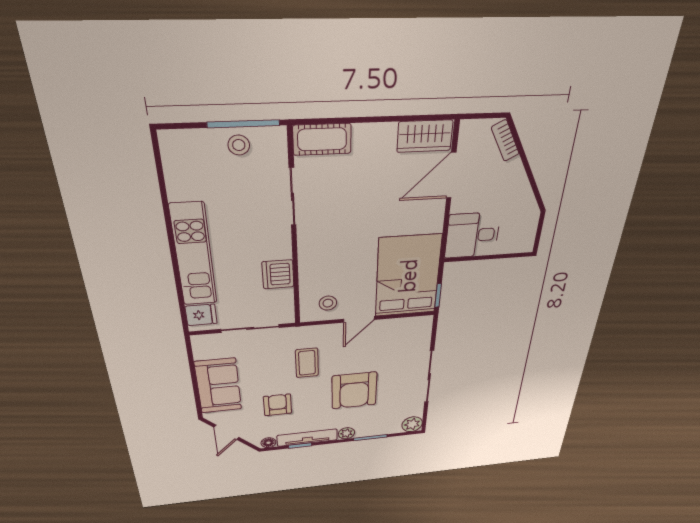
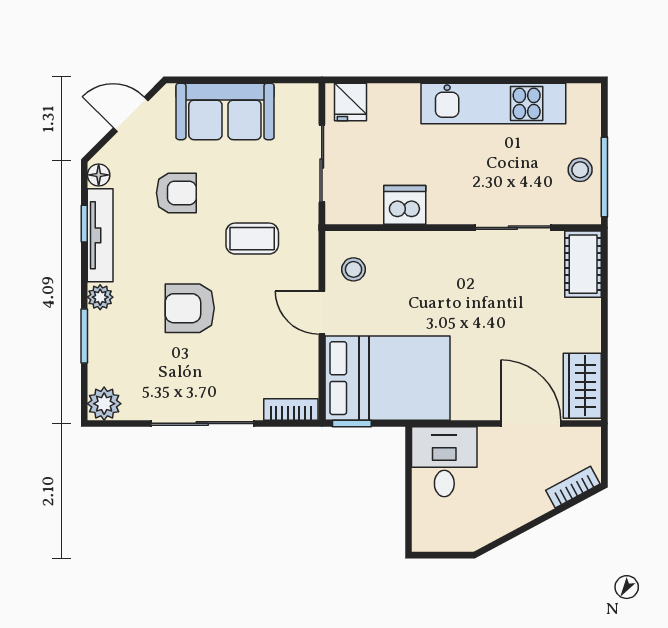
kitchen unit: (194, 255) -> (493, 104), moved
bookcase: (425, 331) -> (291, 409), added
armchair: (354, 390) -> (190, 308), width x0.73, depth x0.73

